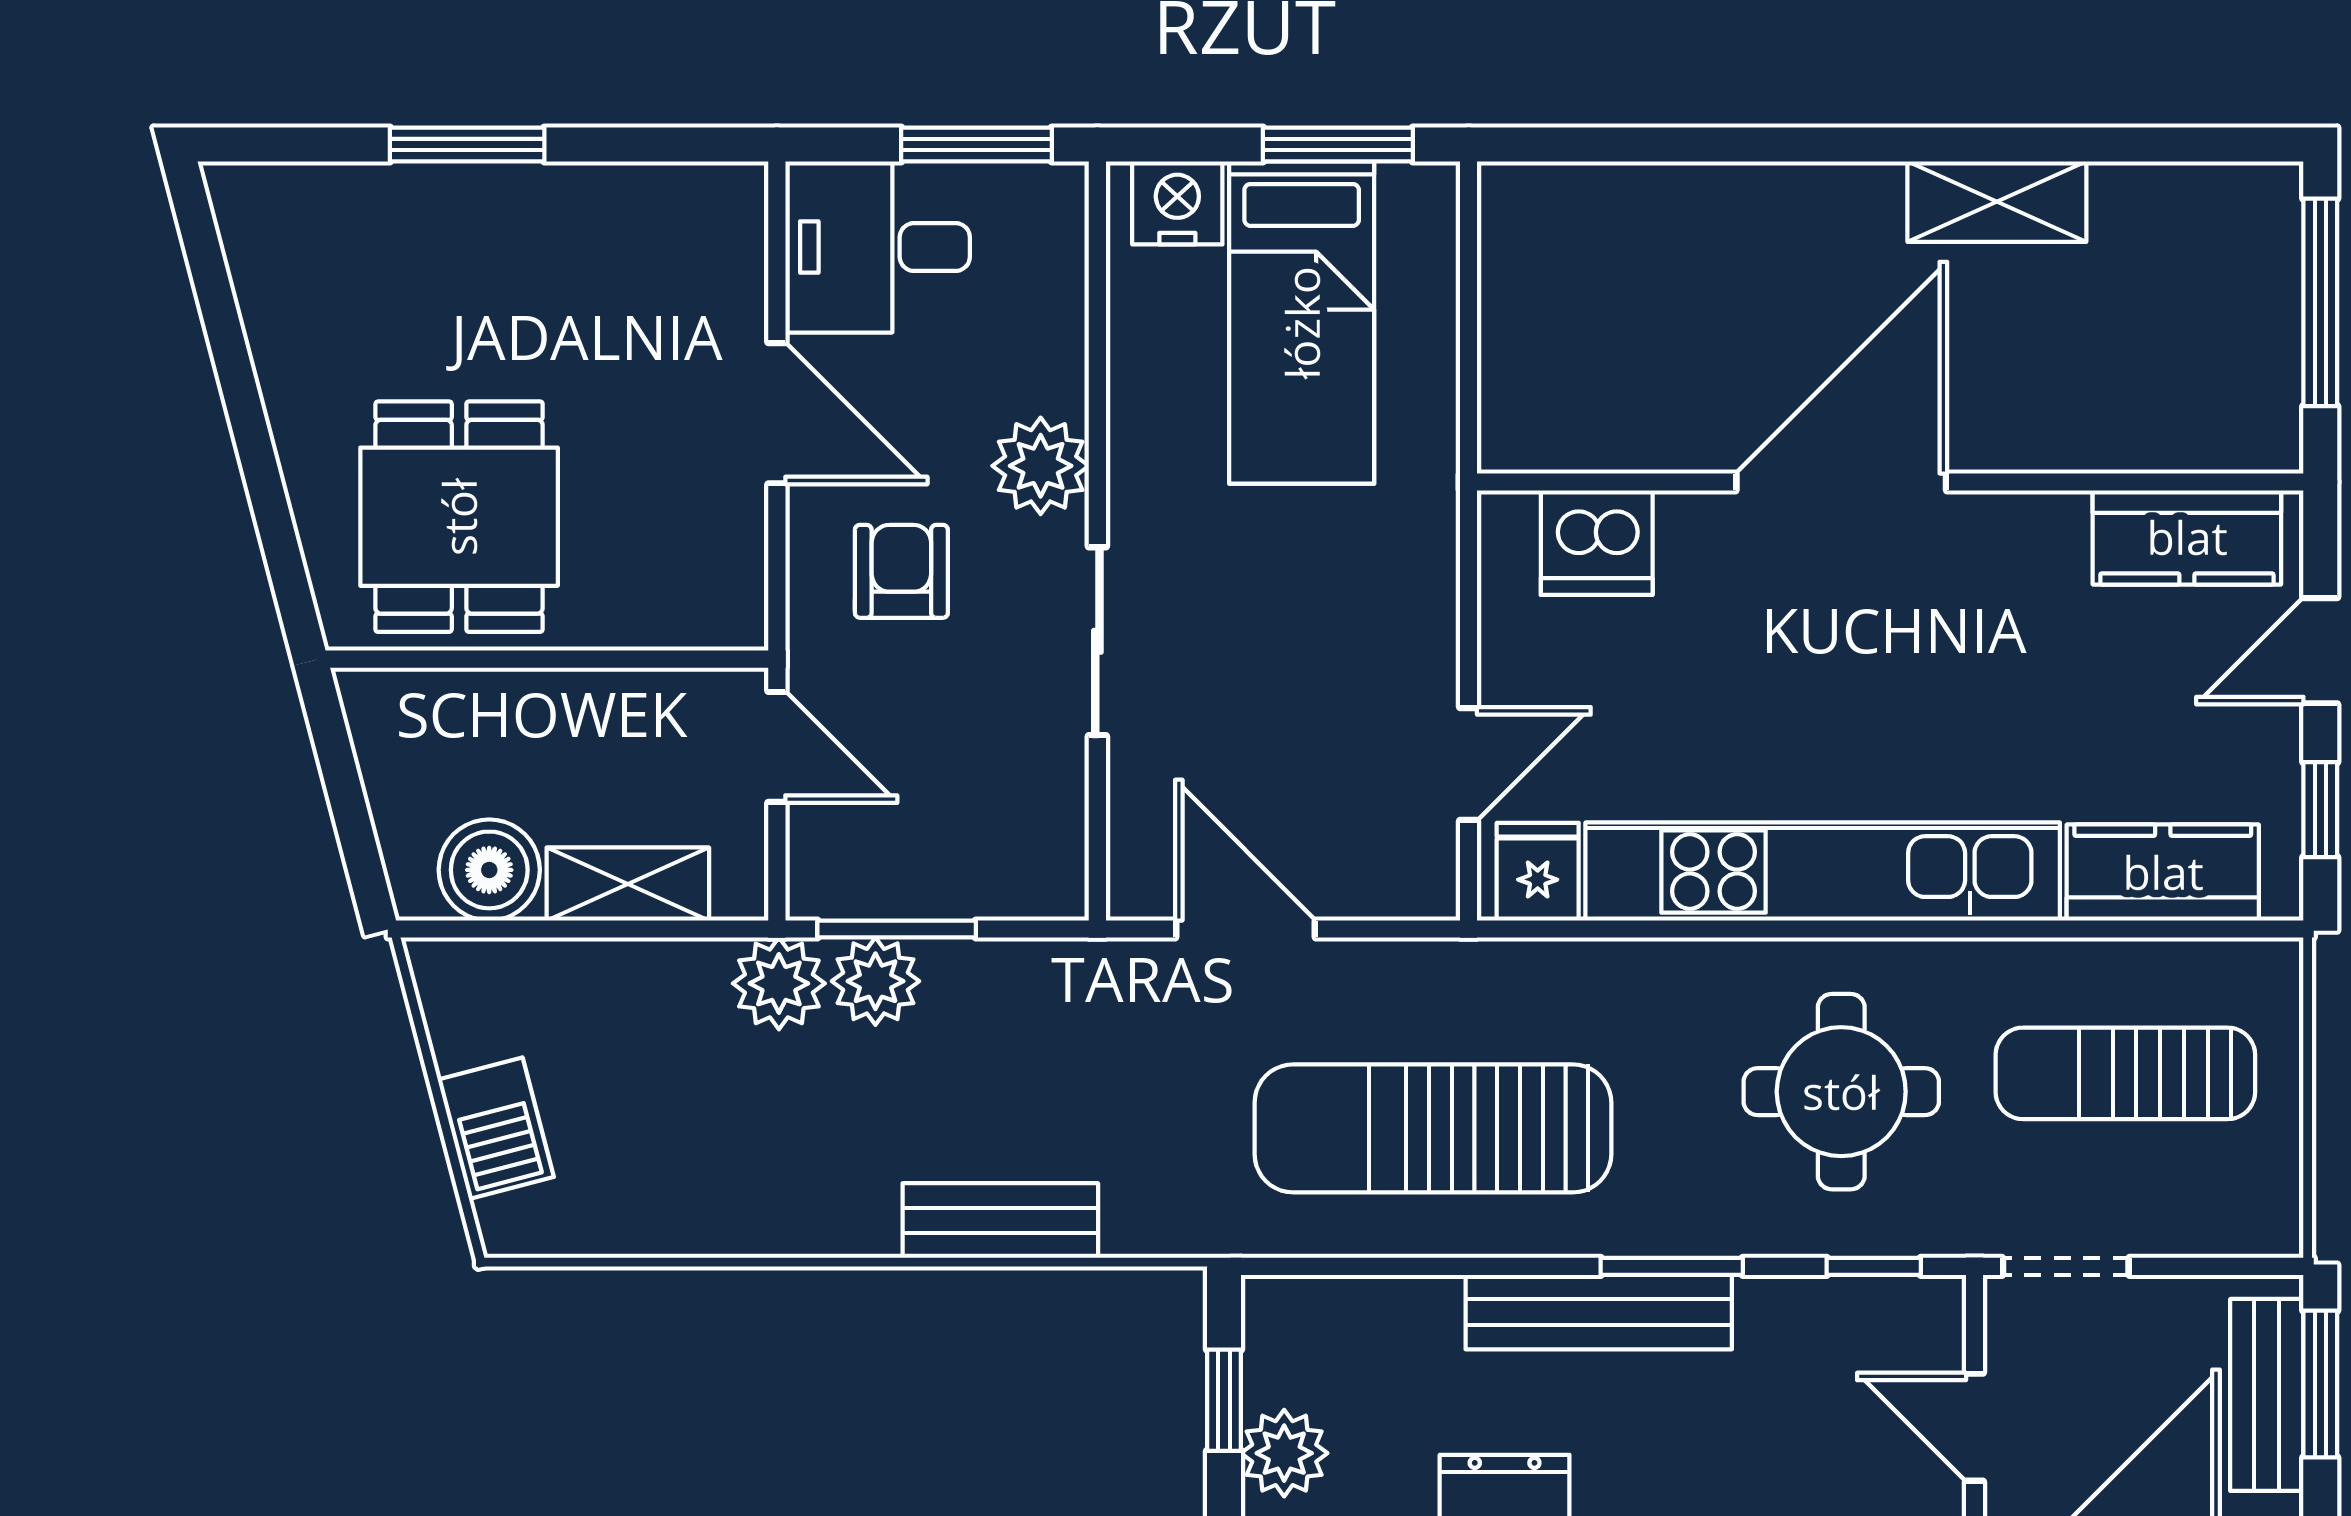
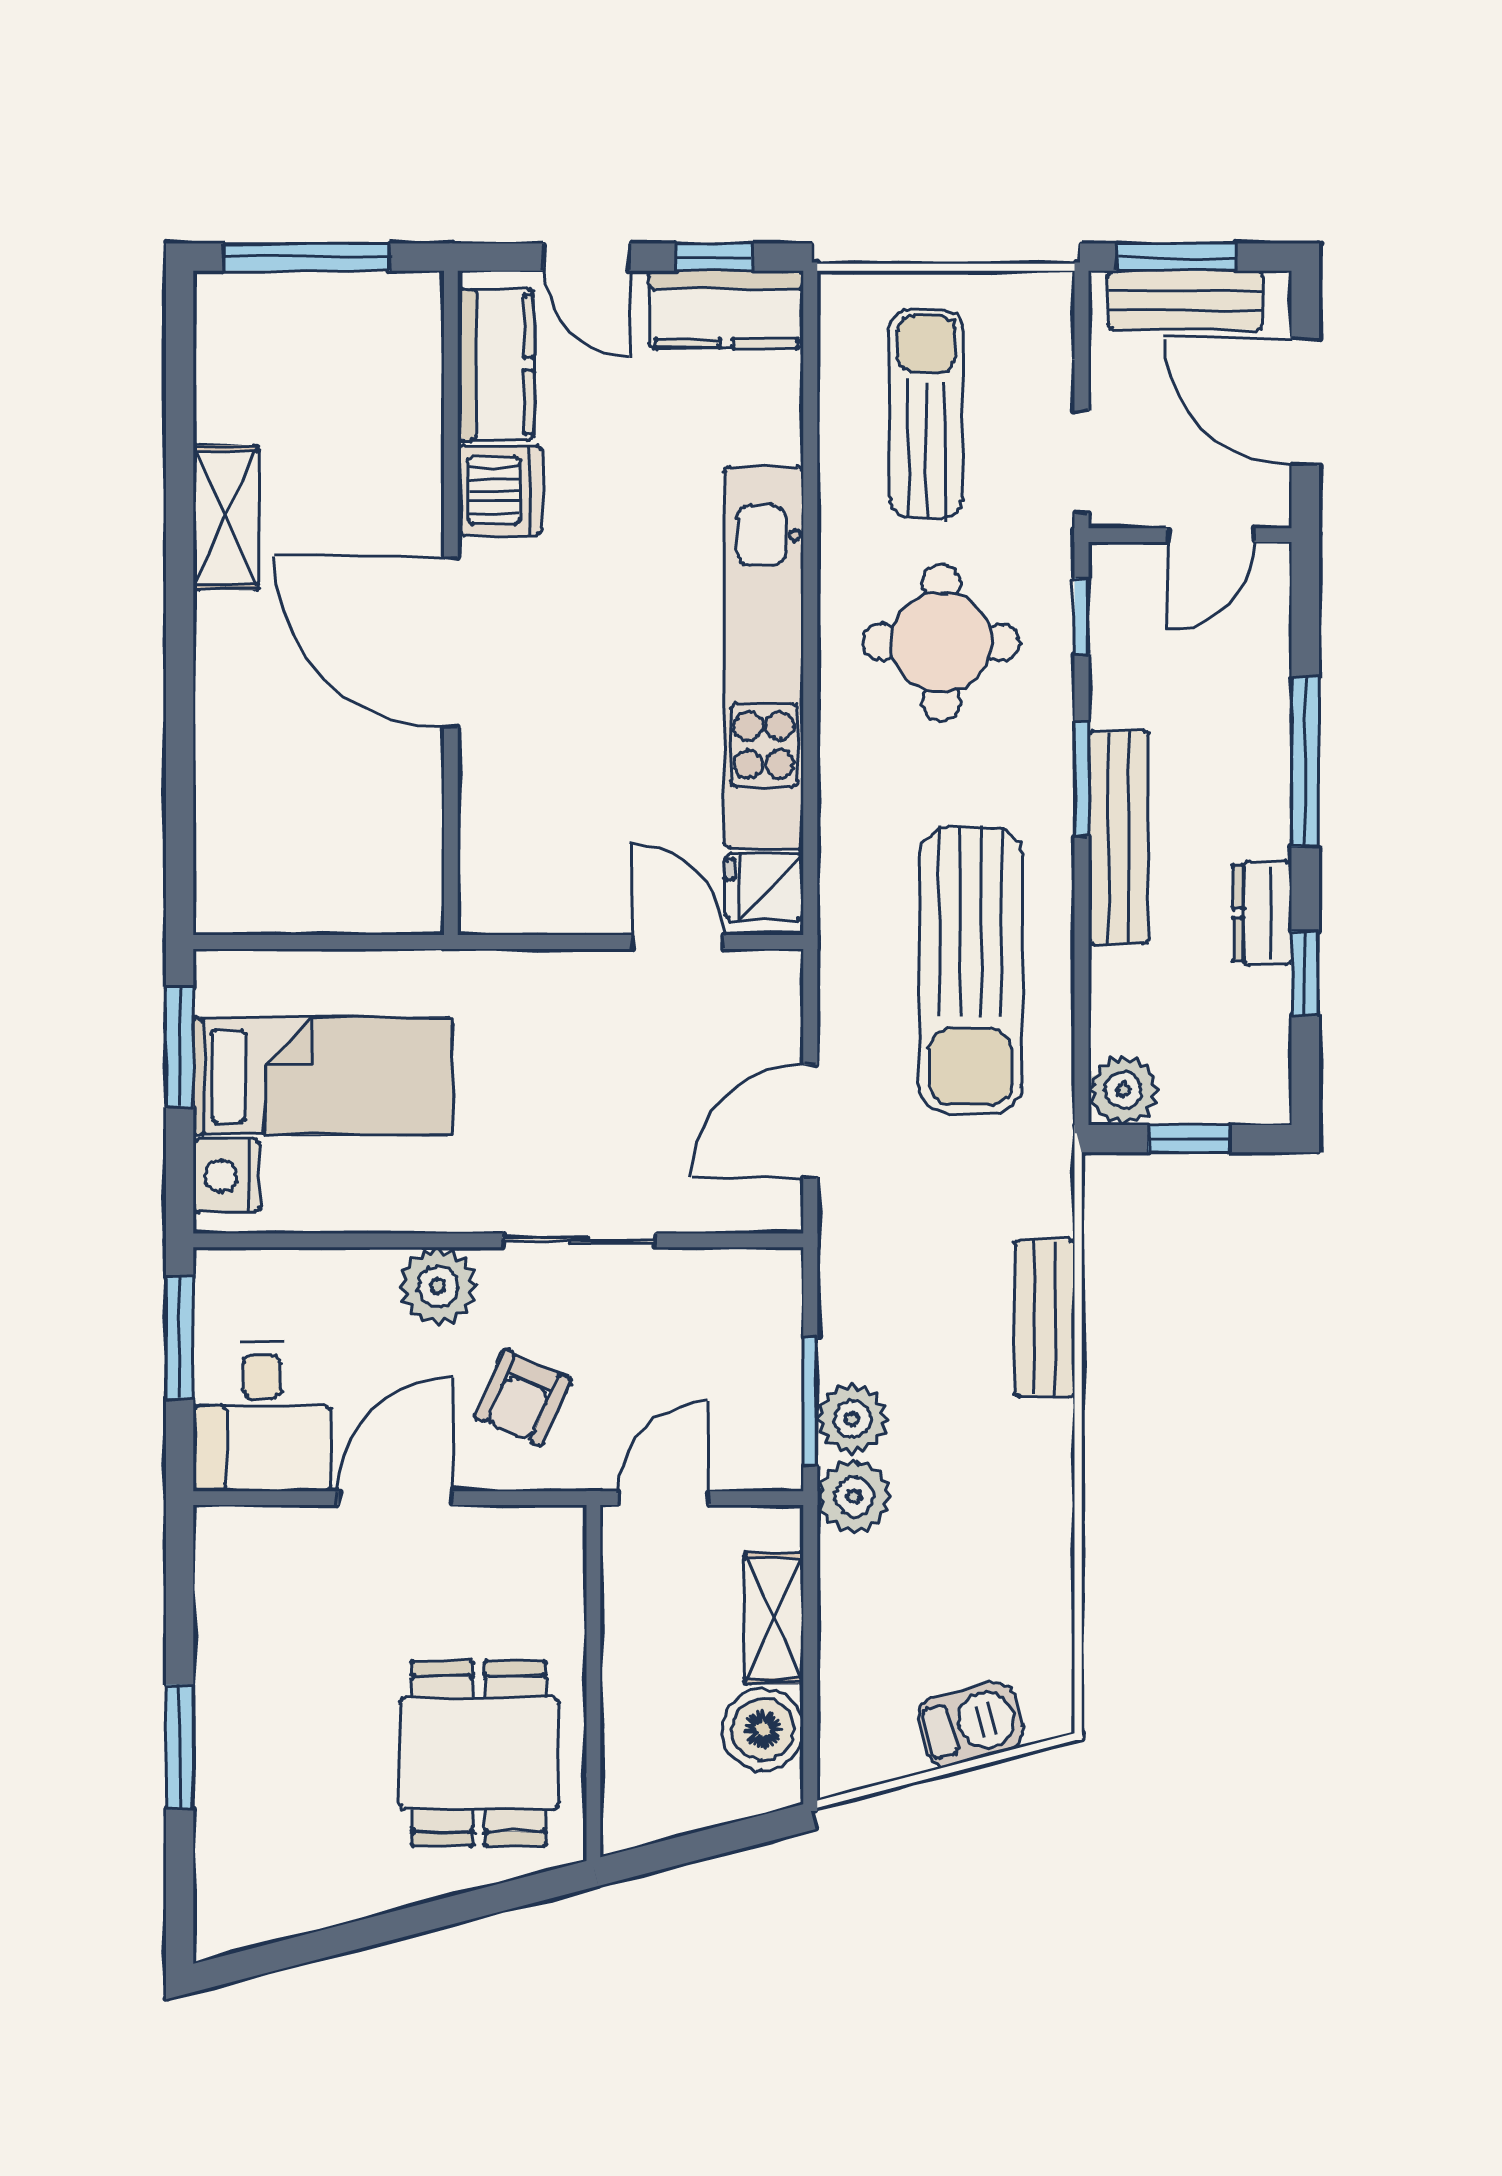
dining table: (459, 517) -> (479, 1754), turned 90
dishwasher: (1597, 543) -> (500, 490), moved
armchair: (901, 571) -> (523, 1398), turned -66
kitchen counter: (2163, 872) -> (726, 309), moved, turned -90
sun lounger: (2125, 1073) -> (926, 414), turned 180
plant: (1284, 1453) -> (1123, 1090), moved

